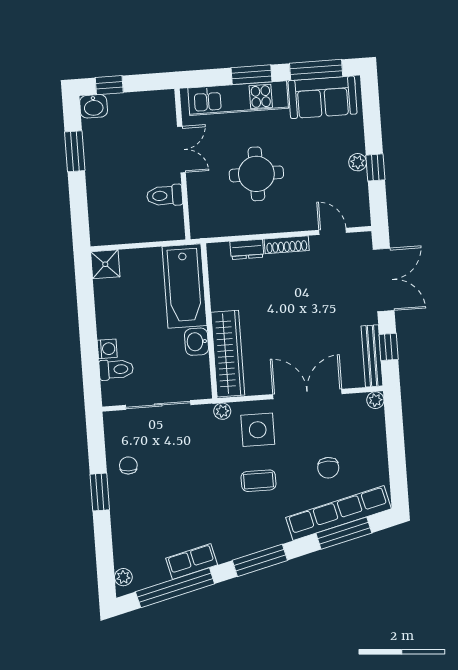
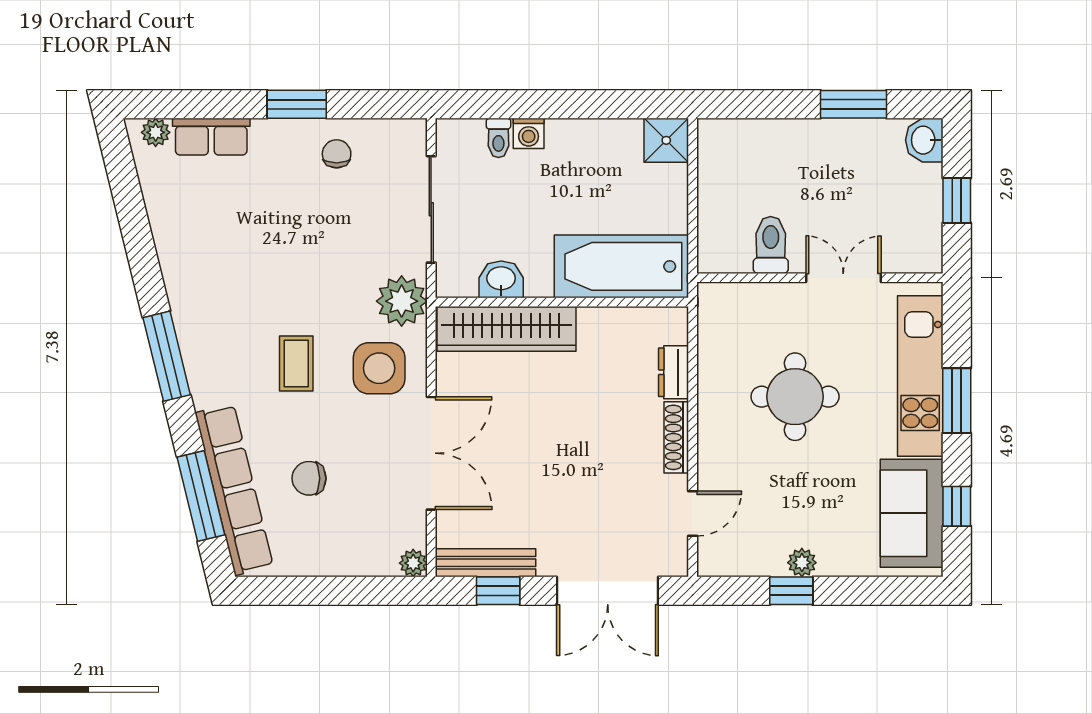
window: (316, 70) -> (957, 506), width x0.46
window: (109, 85) -> (957, 201), moved
double door: (181, 150) -> (843, 278), swing flipped
washbasin: (197, 342) -> (501, 279), moved
toilet: (116, 369) -> (498, 138), width x0.73, depth x0.72
plant: (222, 411) -> (402, 301), width x1.88, depth x1.88
chair: (128, 465) -> (337, 154), turned -92
row of seats: (192, 562) -> (211, 137), moved, turned 104
window: (175, 588) -> (132, 215), removed

